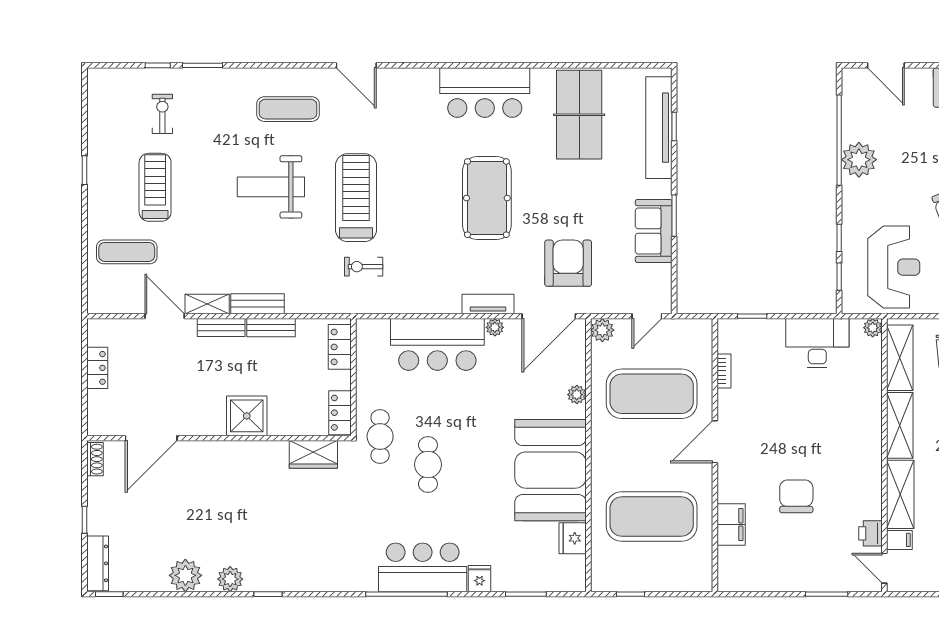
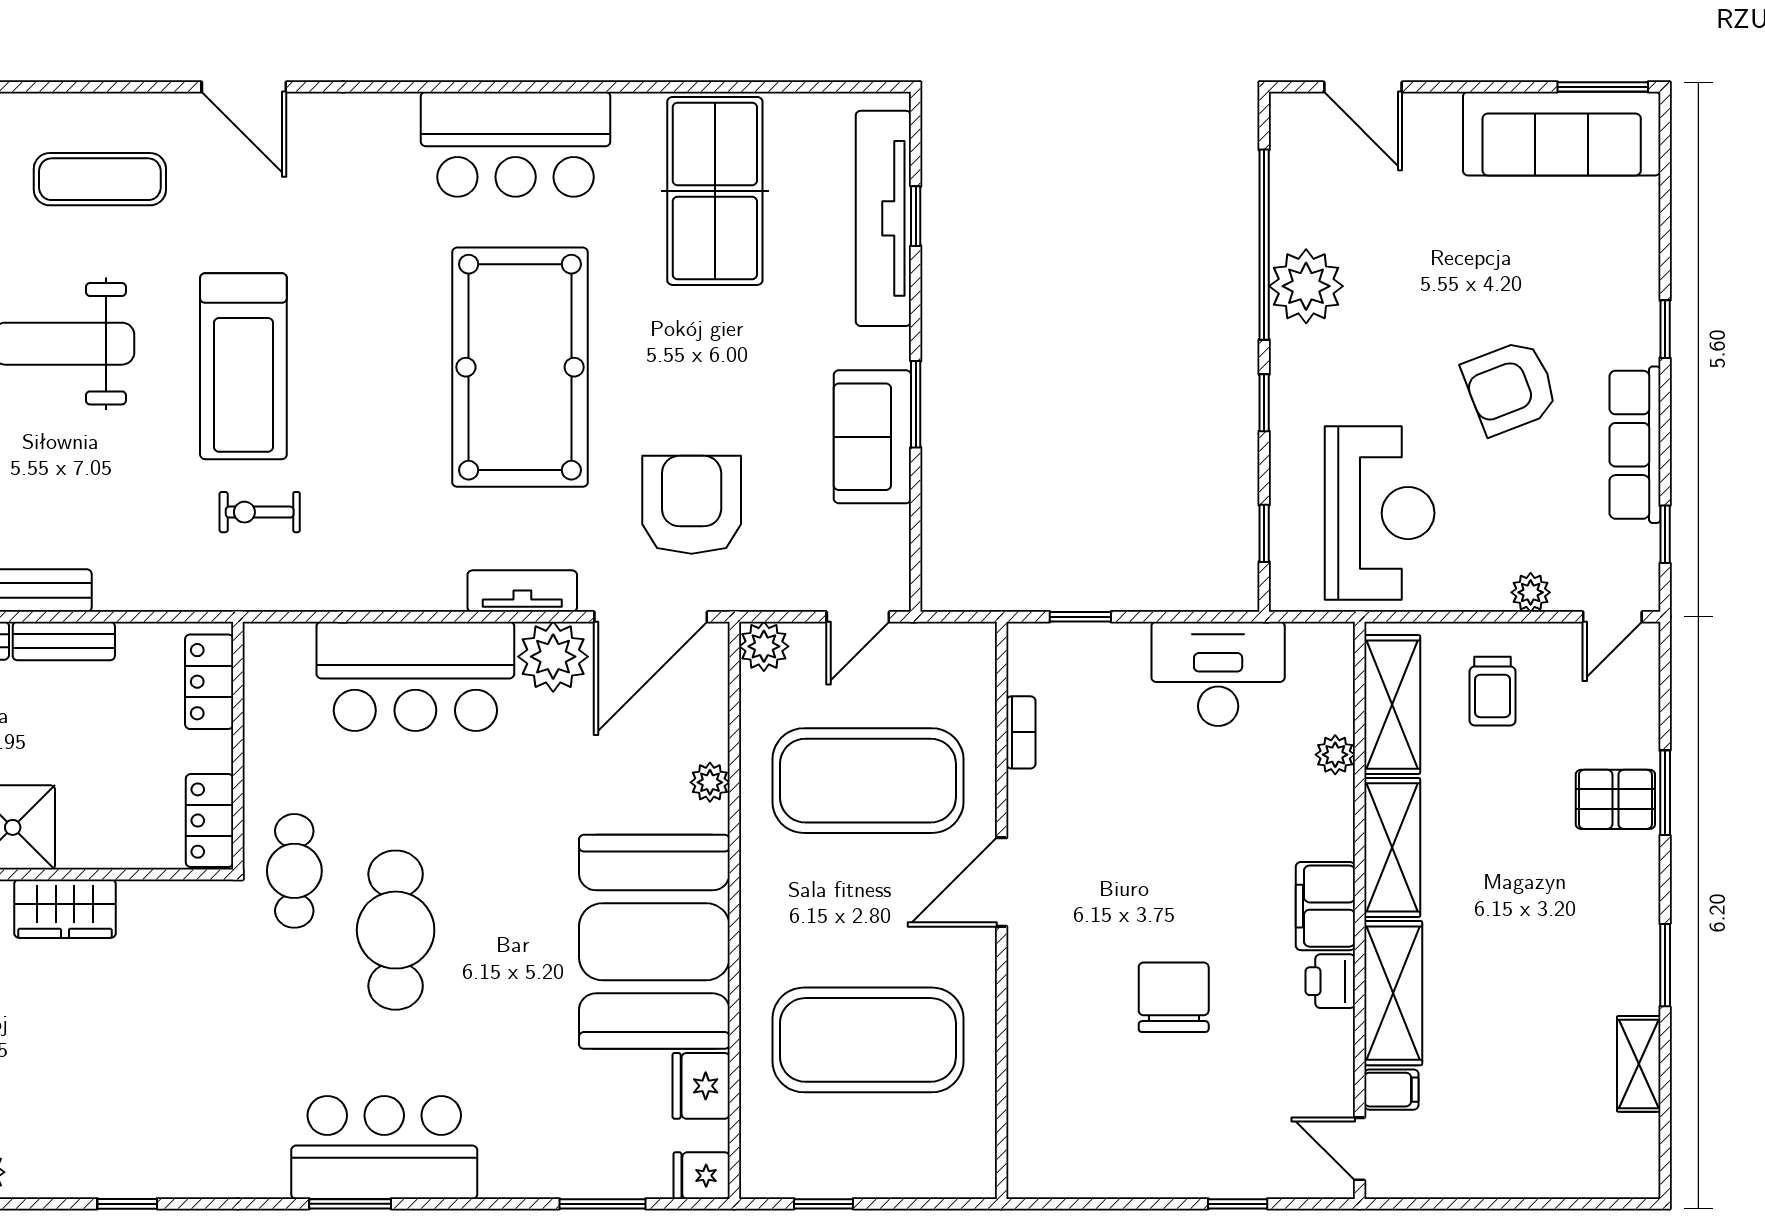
treadmill: (356, 198) -> (243, 366), turned 180
pool table: (487, 198) -> (520, 367), width x1.36, depth x1.32
window: (839, 238) -> (1264, 403), moved
plant: (495, 327) -> (553, 657), width x1.88, depth x1.88
plant: (873, 328) -> (1335, 755), moved
wardrobe: (313, 454) -> (65, 909), moved
cafe table: (428, 464) -> (396, 930), width x1.37, depth x1.35
filing cabinet: (731, 525) -> (1325, 906), moved, turned 180
printer: (870, 533) -> (1330, 981), moved
fridge: (480, 579) -> (702, 1176), moved, turned -90
window: (268, 594) -> (127, 1204), moved
window: (407, 594) -> (350, 1204), width x0.47
window: (827, 594) -> (1238, 1204), width x0.67

